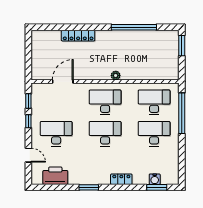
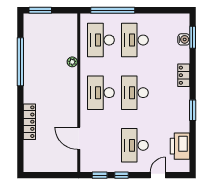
plant: (116, 75) -> (72, 62), moved

